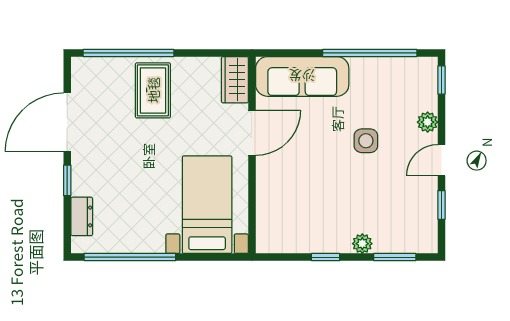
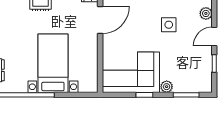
bed with nightstands: (207, 205) -> (53, 63), moved
corner sofa: (303, 220) -> (131, 72), added

